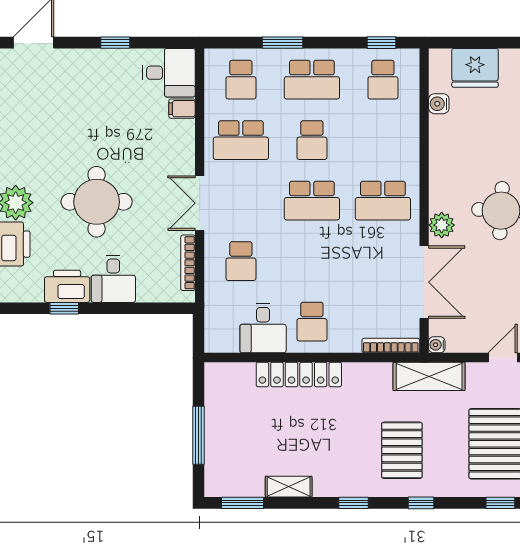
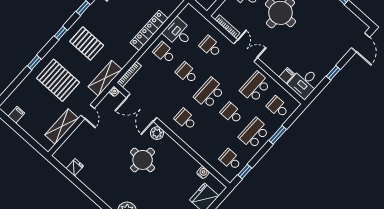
school desk: (383, 201) -> (186, 119), width x0.54
school desk: (312, 261) -> (187, 73), added

